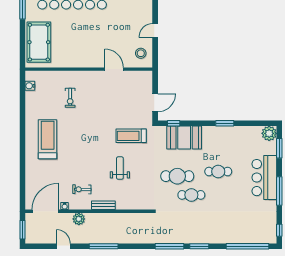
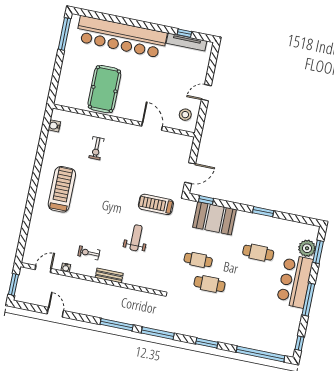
pool table: (39, 42) -> (104, 89), moved
plant: (269, 133) -> (307, 248), moved
cafe table: (218, 172) -> (258, 253), moved
cafe table: (177, 176) -> (198, 260), width x0.73, depth x0.74
door: (45, 211) -> (43, 269), width x0.53
plant: (79, 219) -> (79, 285), removed
window: (104, 246) -> (117, 325), moved
window: (169, 246) -> (158, 333), moved

